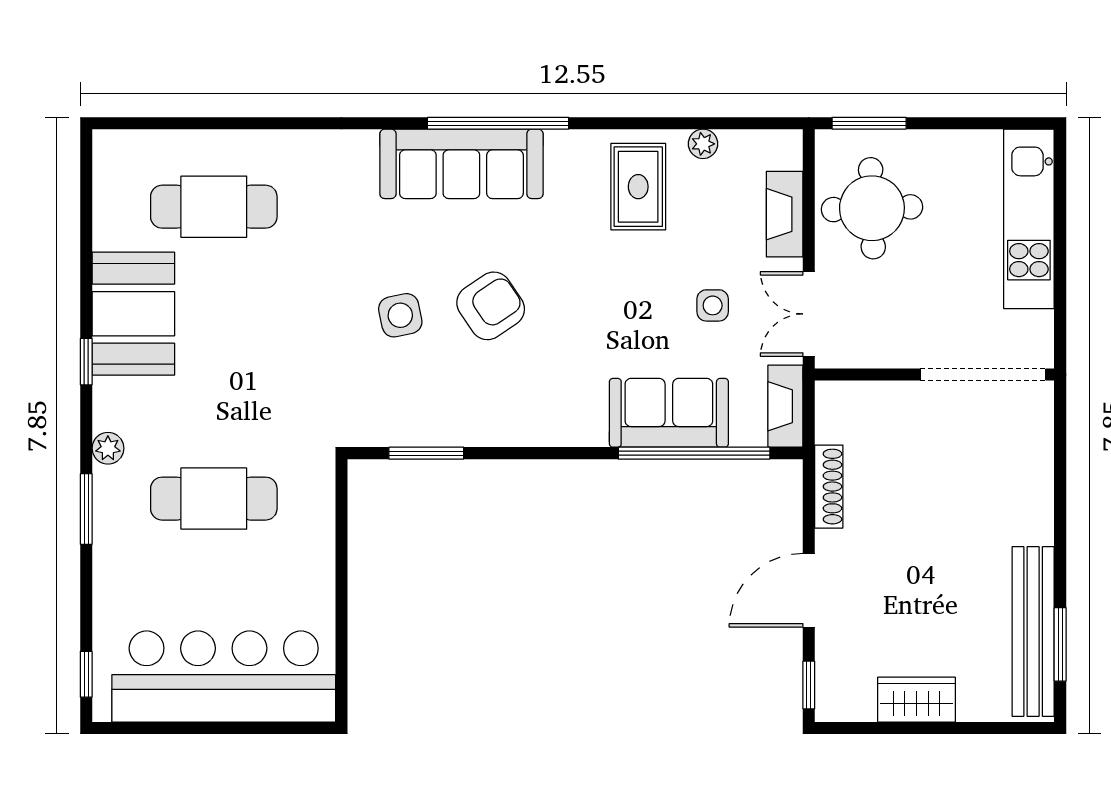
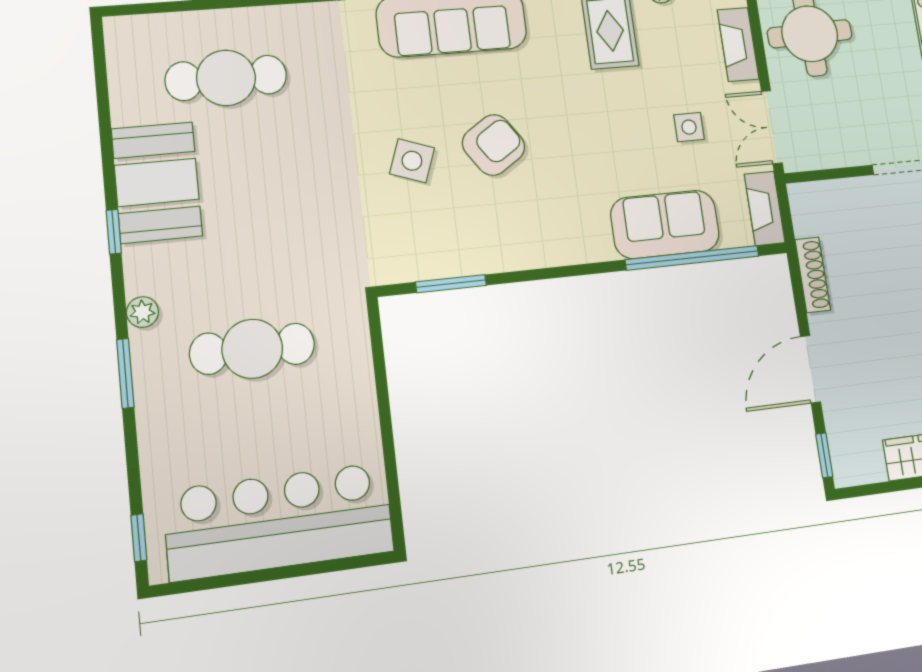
side table: (400, 315) -> (412, 161), turned 32

